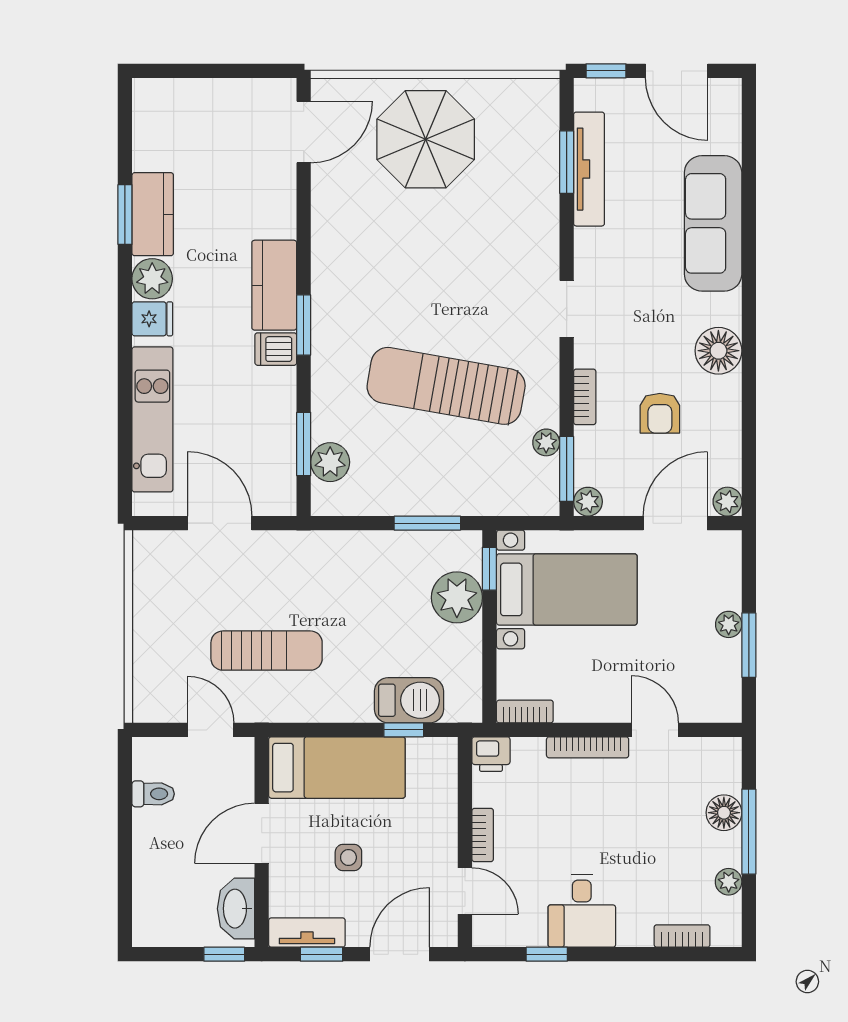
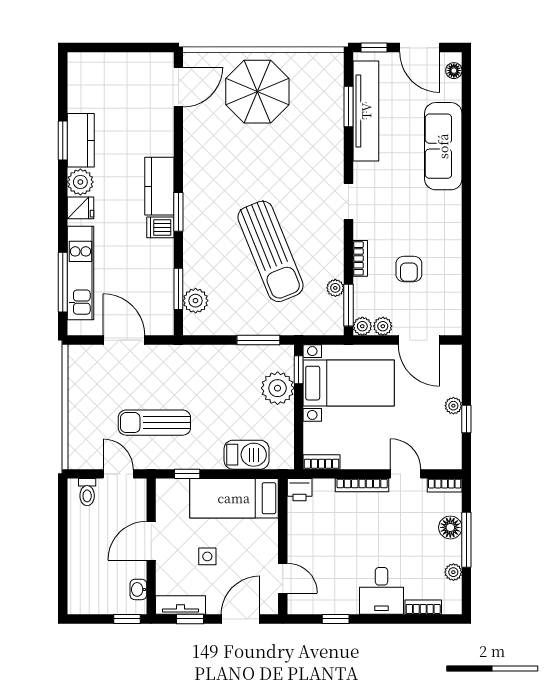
tv unit: (589, 169) -> (366, 111), width x1.36, depth x1.29
floor lamp: (718, 351) -> (454, 71), moved, width x0.53, depth x0.53
sun lounger: (446, 386) -> (270, 251), turned -122
window: (125, 433) -> (63, 282), added
plant: (727, 502) -> (383, 326), moved
door: (675, 523) -> (419, 340), swing flipped
window: (749, 645) -> (466, 419), width x0.67
sun lounger: (267, 651) -> (154, 423), turned 180
window: (404, 730) -> (187, 474), moved
bed: (337, 768) -> (234, 498), moved, turned 180
toilet: (153, 794) -> (87, 492), moved, turned 90
bookcase: (483, 835) -> (445, 485), moved, turned 90
washbasin: (236, 909) -> (138, 589), width x0.52, depth x0.69
desk: (582, 911) -> (381, 591), moved

